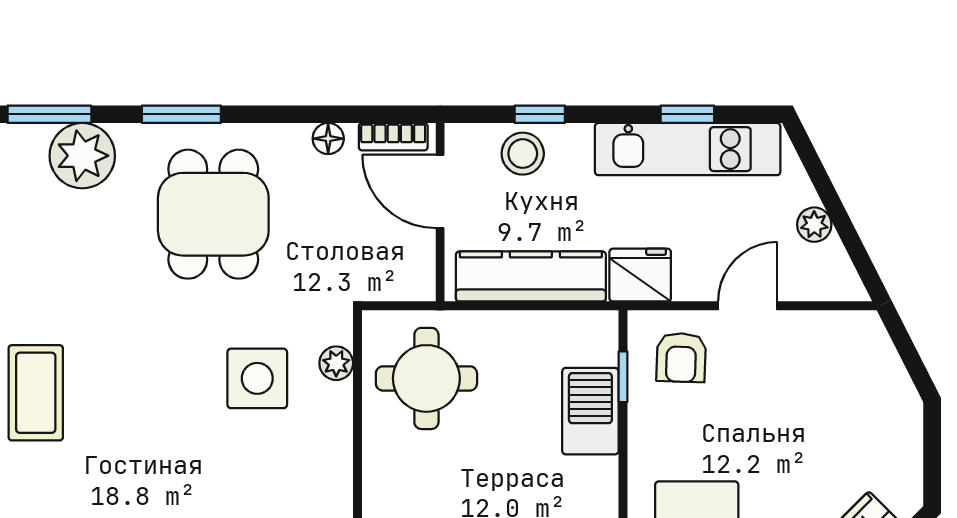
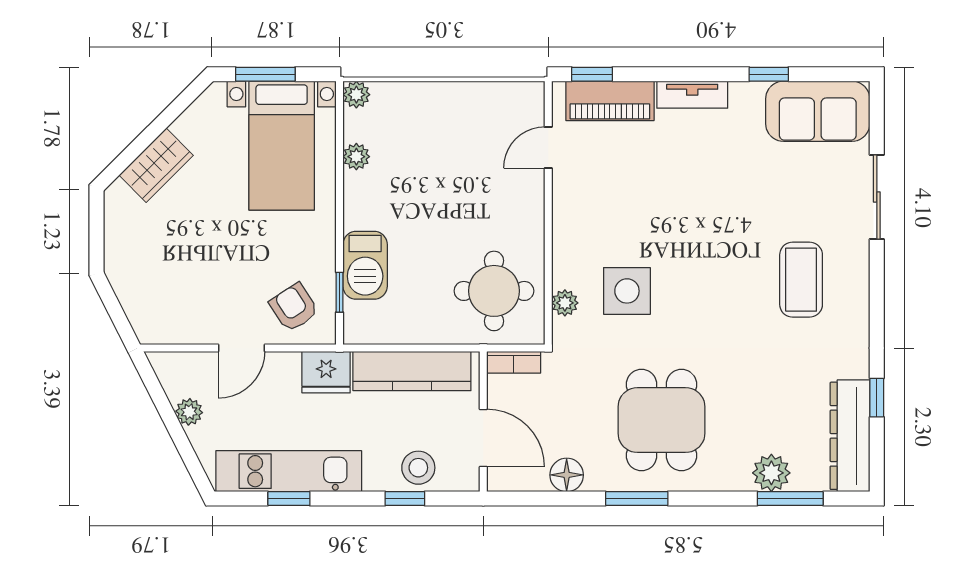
window: (181, 114) -> (637, 499), moved
bookcase: (393, 137) -> (514, 362), moved, turned 180
floor lamp: (328, 139) -> (567, 475), width x1.37, depth x1.37
plant: (82, 156) -> (771, 473), width x0.73, depth x0.73
armchair: (681, 357) -> (294, 307), turned -35

